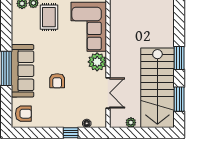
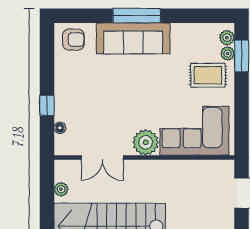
armchair: (57, 81) -> (119, 87), removed
armchair: (23, 114) -> (73, 40), turned -90

